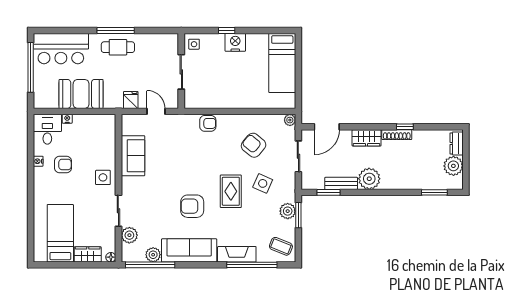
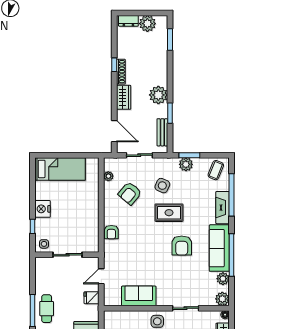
window: (227, 31) -> (32, 226), moved
plant: (290, 120) -> (108, 176), moved
armchair: (208, 123) -> (111, 232), turned 180
bench: (341, 183) -> (162, 132), moved
window: (328, 192) -> (170, 113), moved
plant: (129, 235) -> (222, 299), moved
window: (150, 265) -> (232, 255), moved

